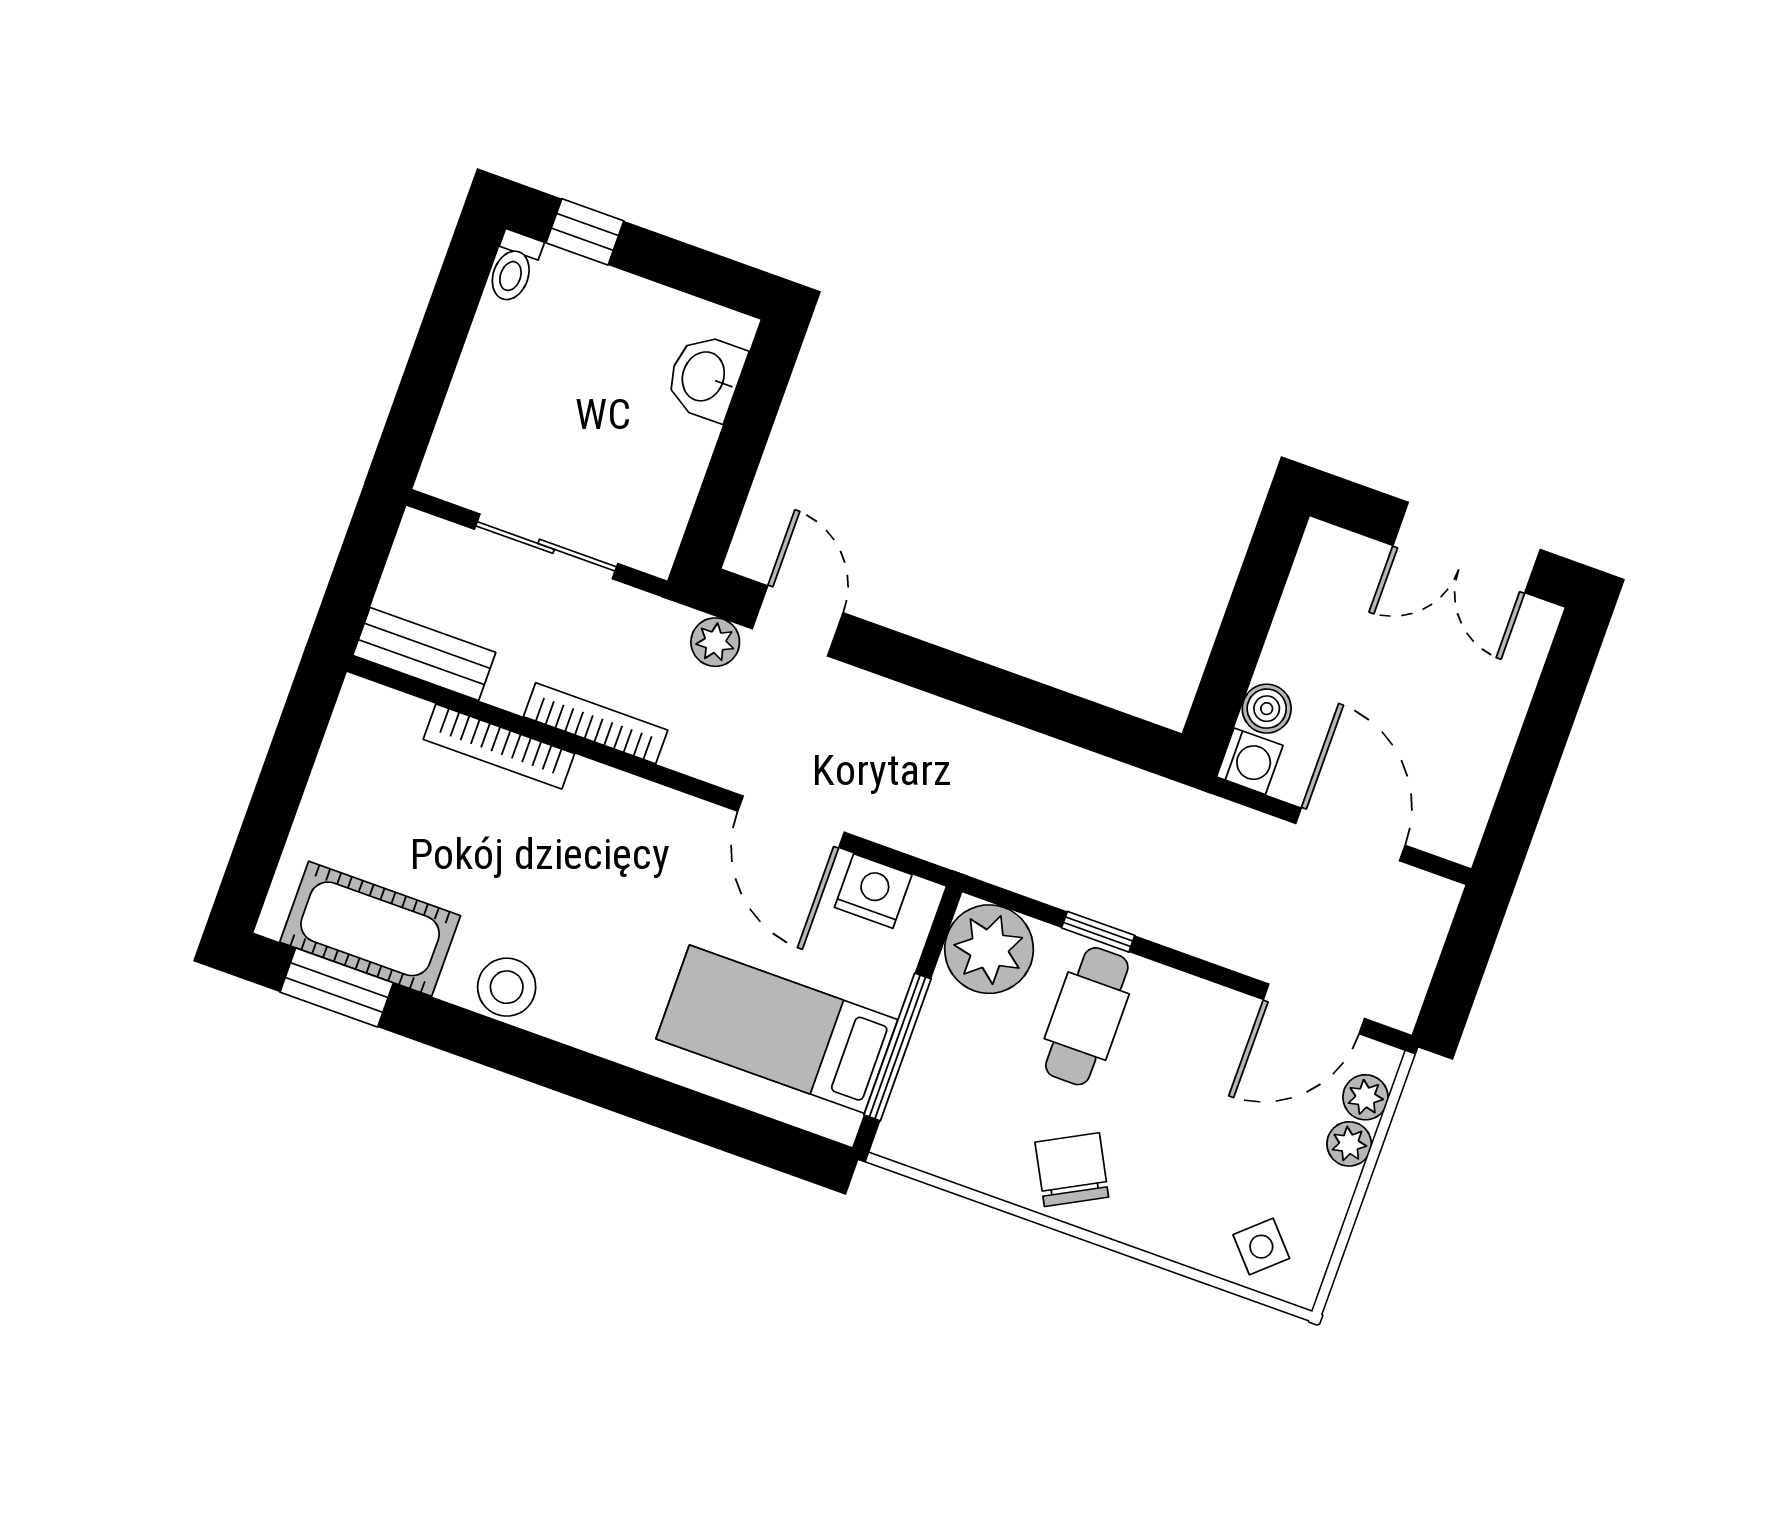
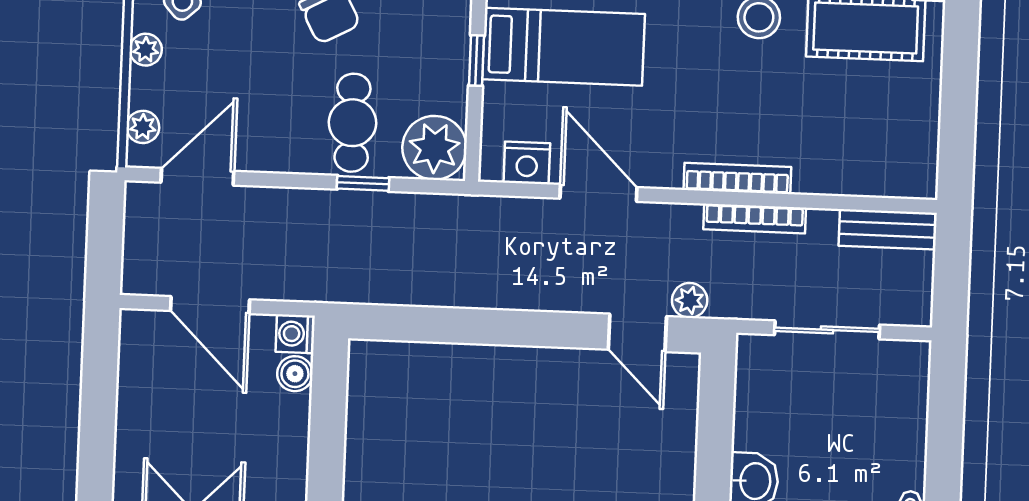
bookcase: (499, 747) -> (737, 178), moved
window: (898, 1047) -> (476, 61), width x0.46
plant: (1349, 1144) -> (146, 50), moved

